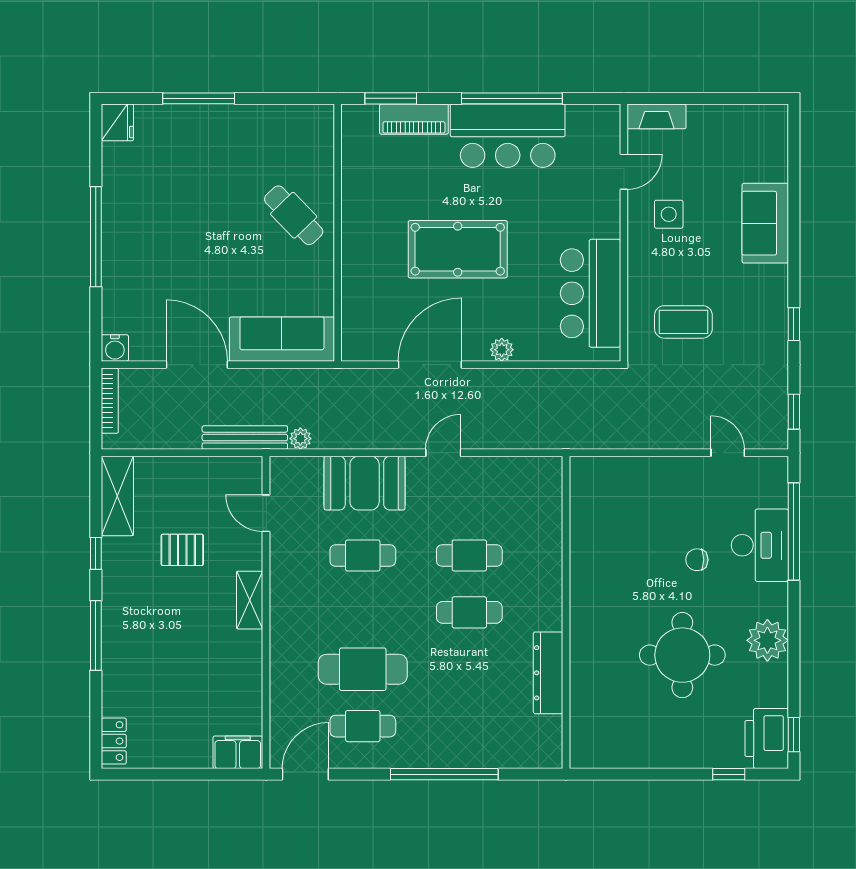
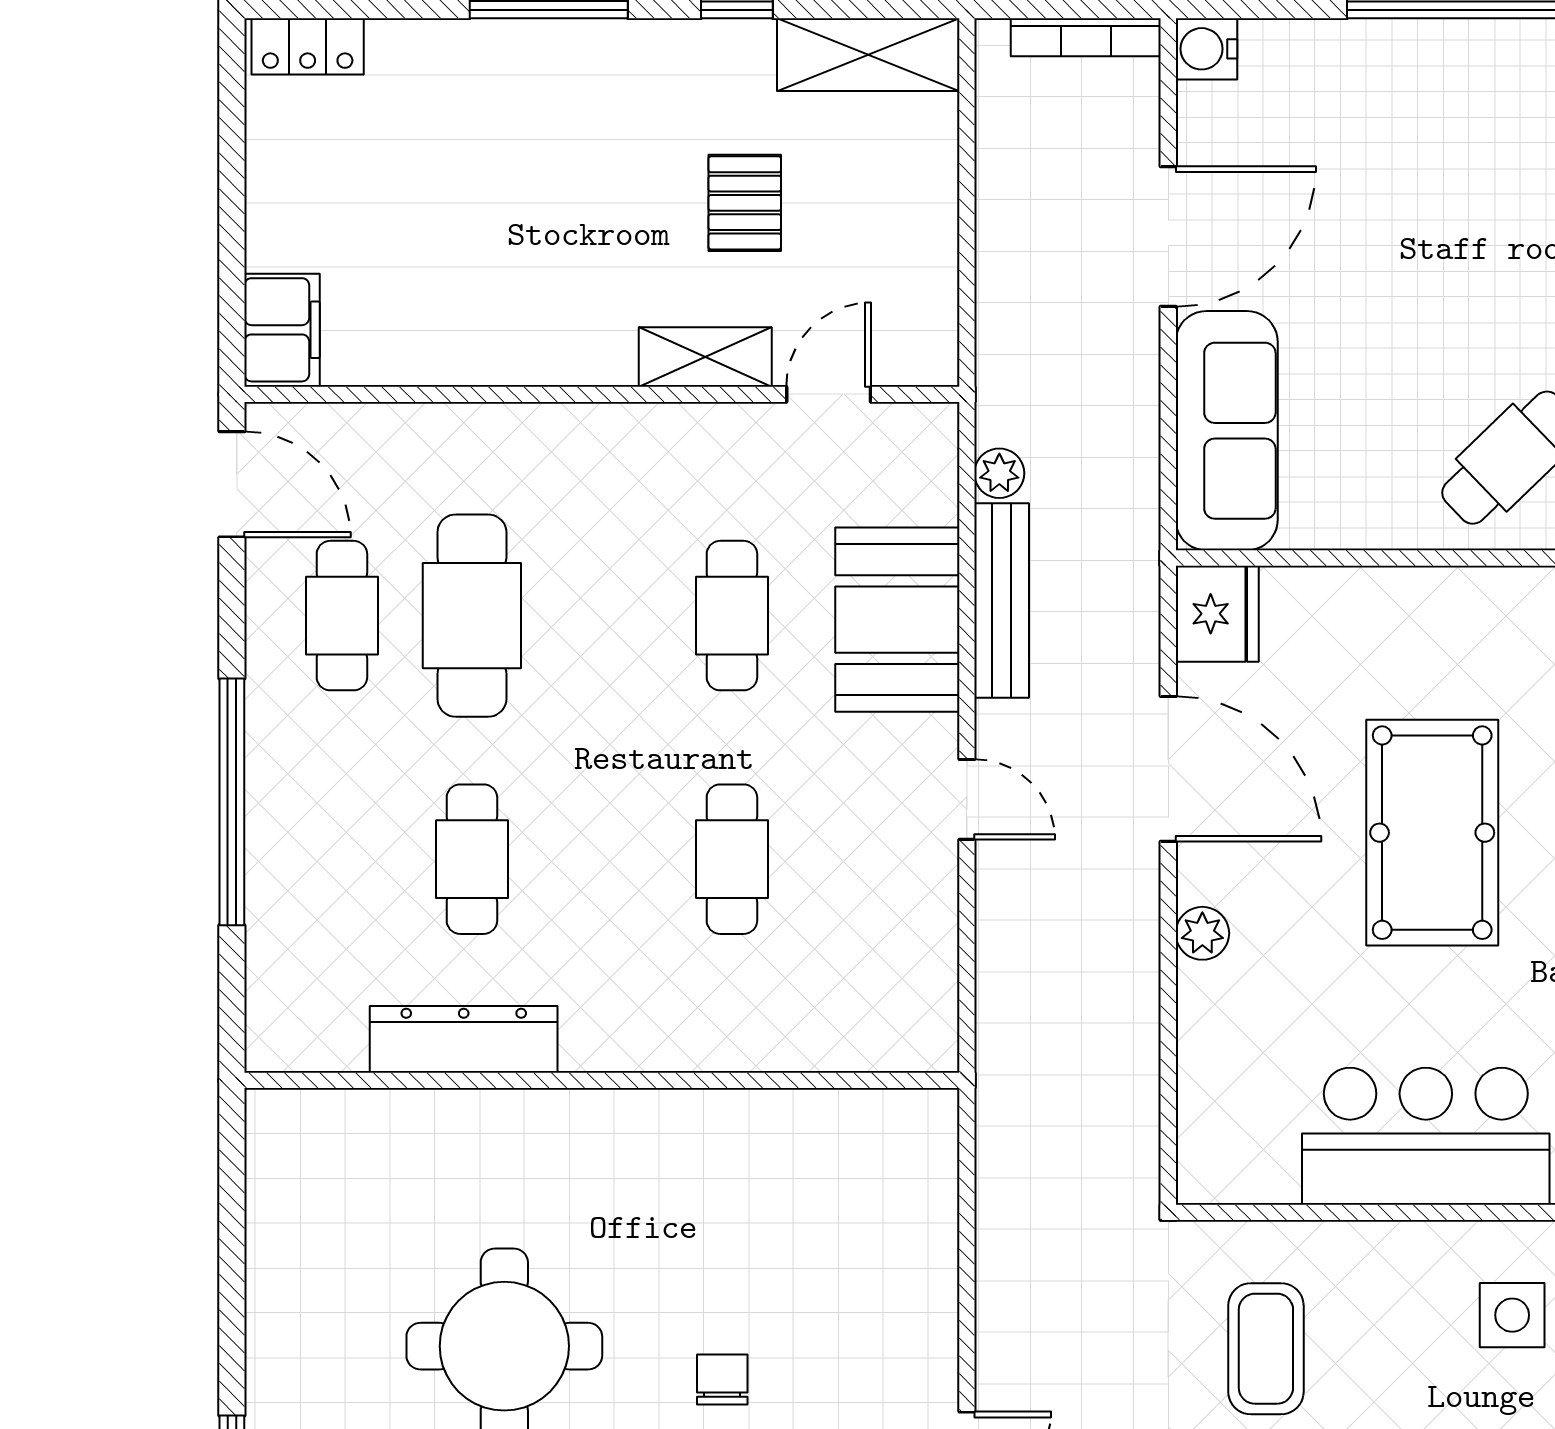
bar counter: (590, 293) -> (1426, 1136), moved
fridge: (362, 343) -> (1217, 614), added
bench: (245, 438) -> (1002, 600), moved
shelving: (250, 600) -> (705, 357), moved
cafe table: (469, 612) -> (472, 859), moved

